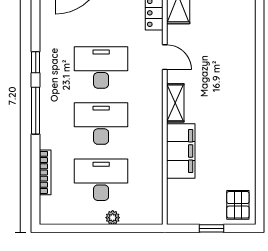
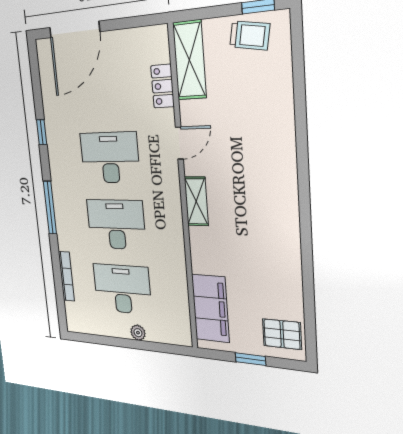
door: (165, 57) -> (179, 143), hinge flipped
window: (36, 62) -> (42, 132), moved
filing cabinet: (181, 151) -> (210, 308), moved
pallet: (238, 205) -> (282, 334), turned 90

